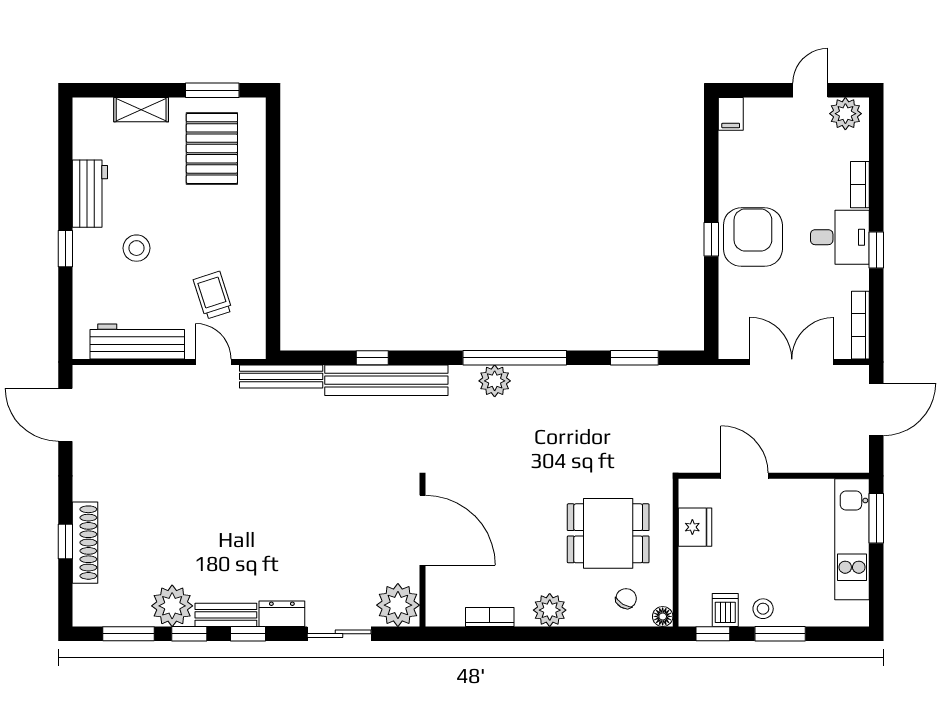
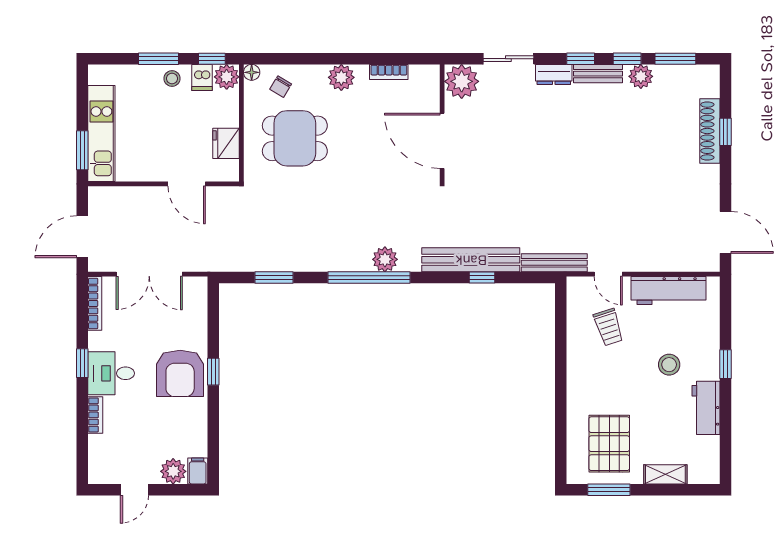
plant: (845, 114) -> (173, 471), moved
plant: (172, 606) -> (641, 76), width x0.73, depth x0.73
plant: (694, 611) -> (227, 77), added

